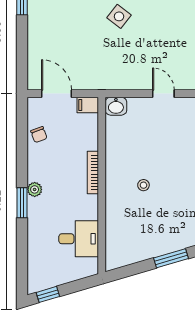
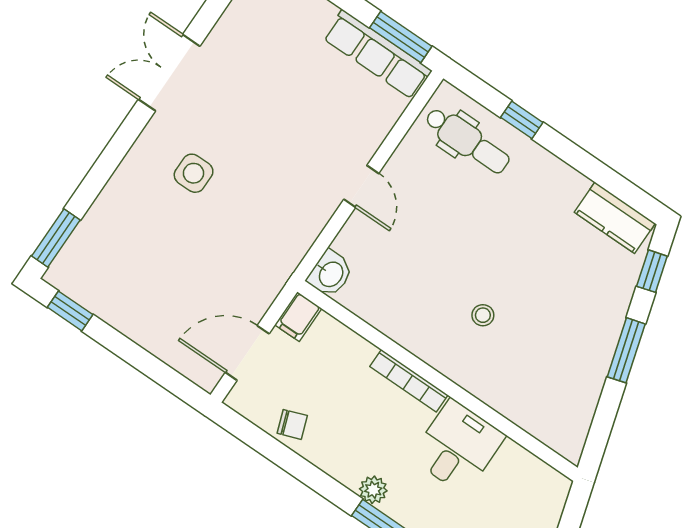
side table: (119, 16) -> (194, 173), turned -38
door: (163, 94) -> (361, 186), swing flipped
desk: (79, 239) -> (458, 447), moved

